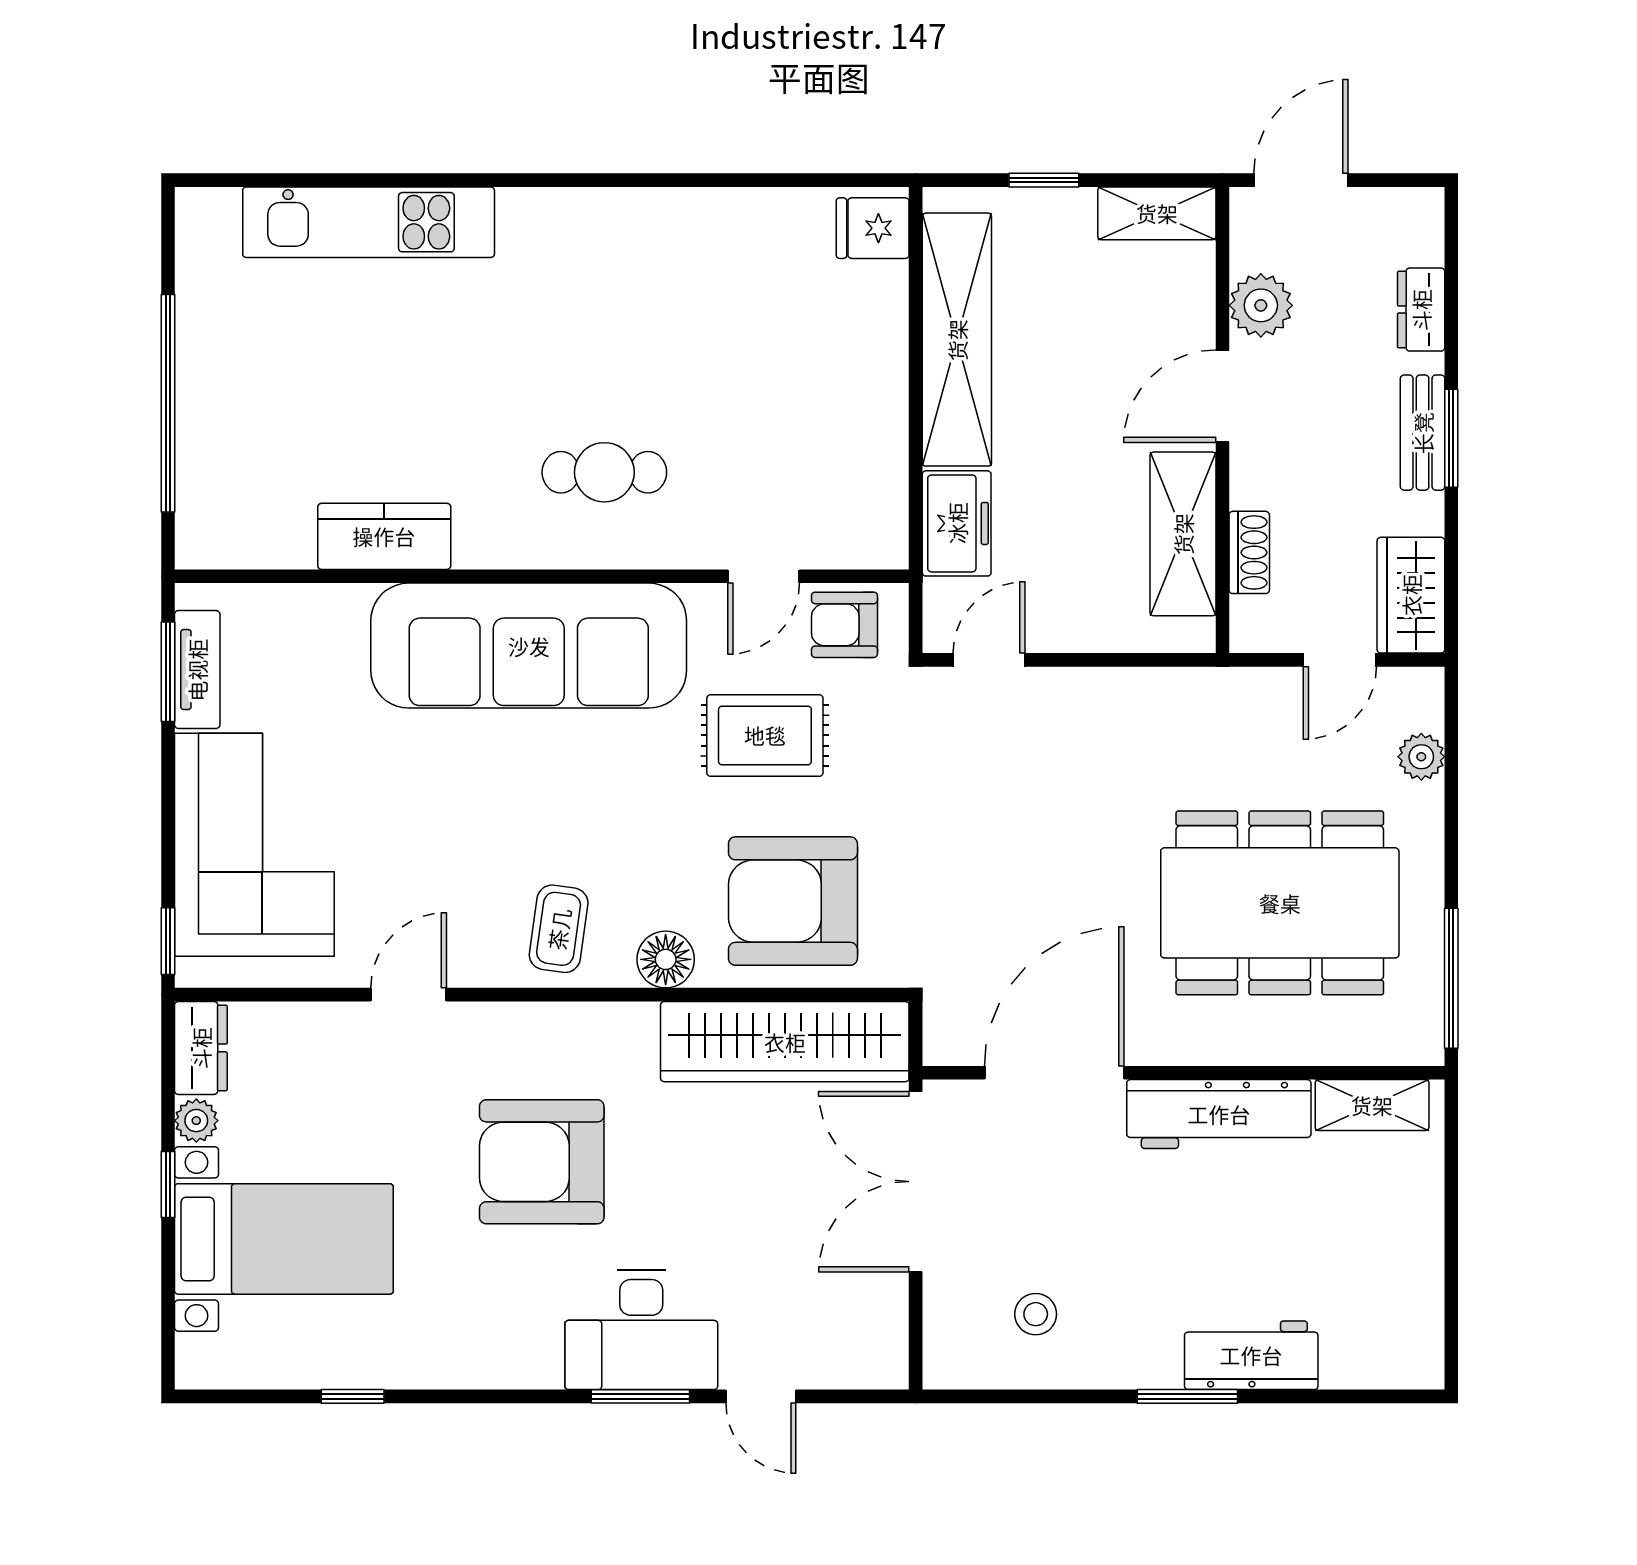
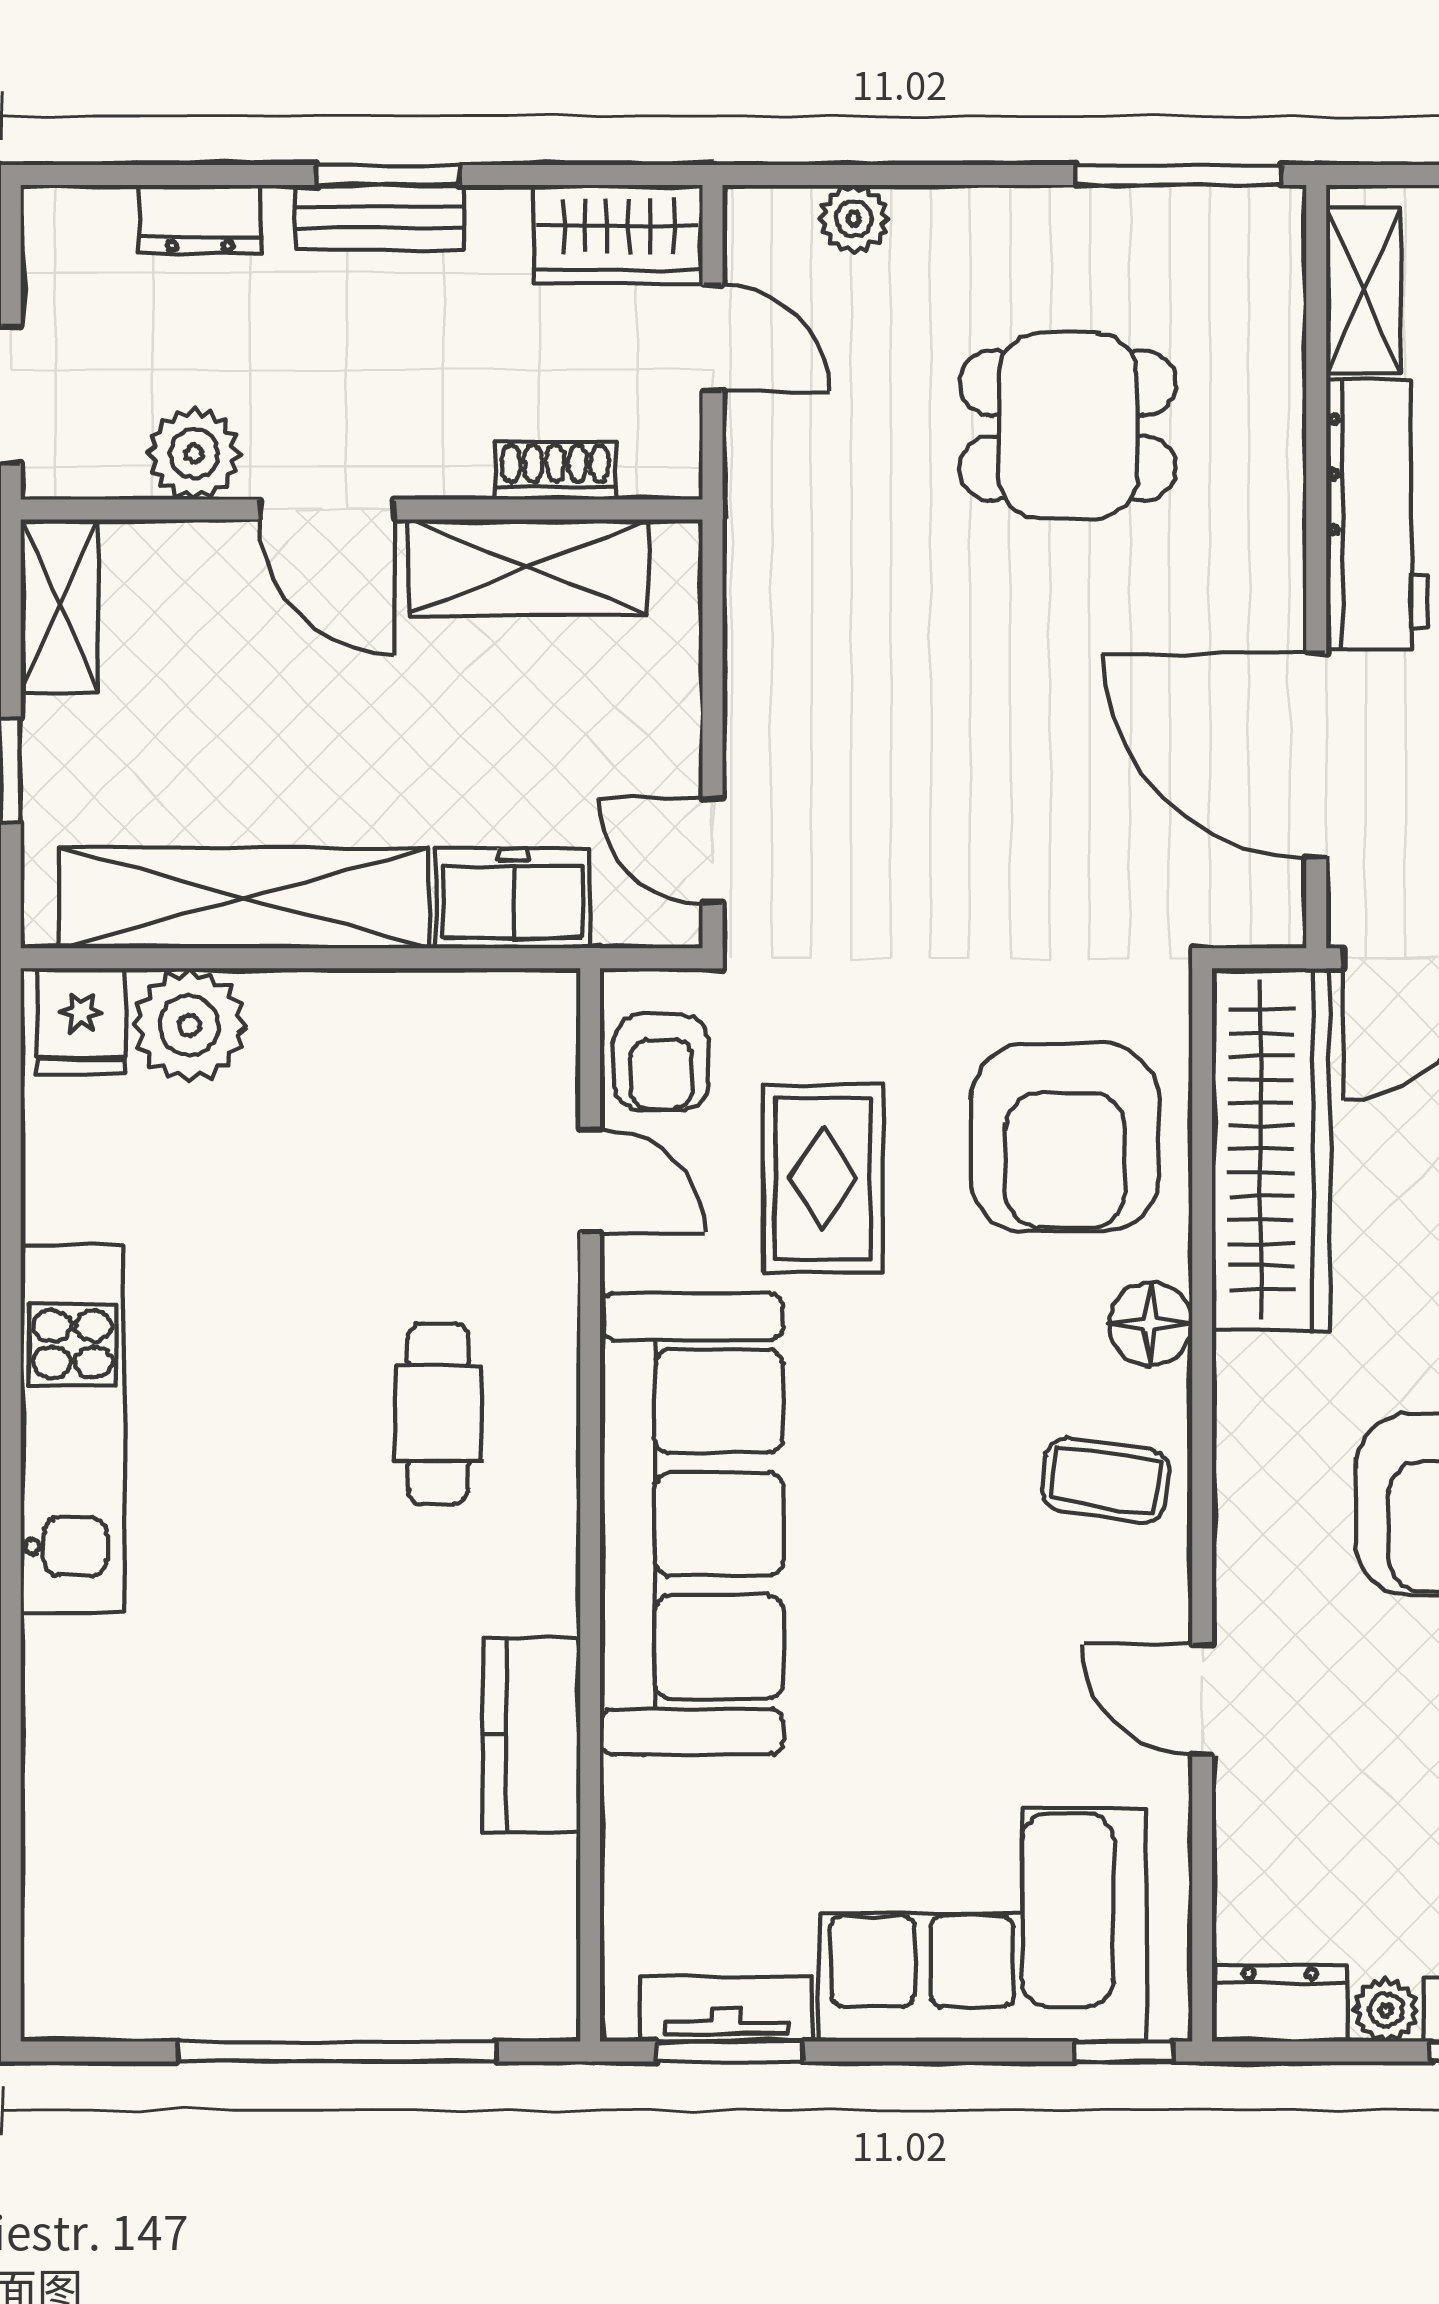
kitchen unit: (369, 222) -> (72, 1429), moved
plant: (870, 302) -> (189, 1025), added
dining table: (1280, 903) -> (1068, 426), width x0.53, depth x0.80

